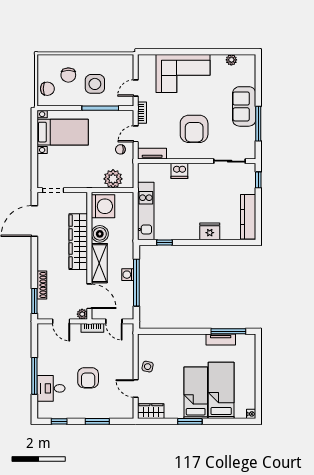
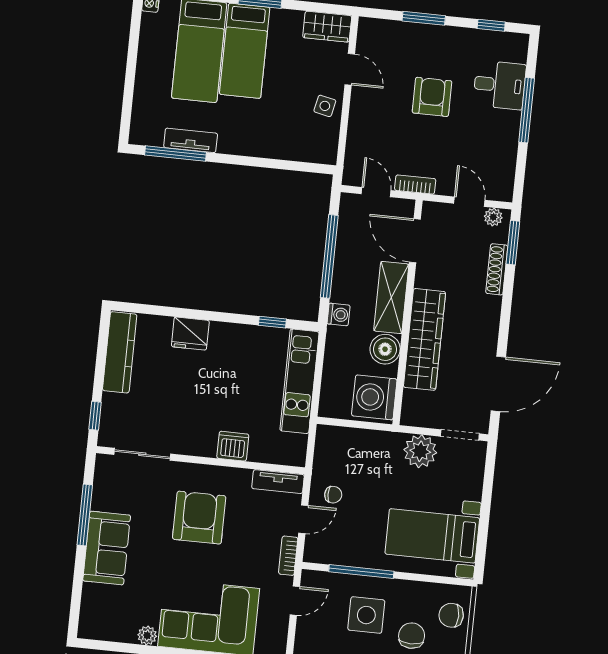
plant: (231, 60) -> (147, 636), moved
plant: (113, 179) -> (420, 451), moved
washing machine: (128, 275) -> (339, 315), moved
plant: (82, 314) -> (493, 217), moved

